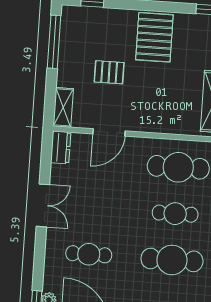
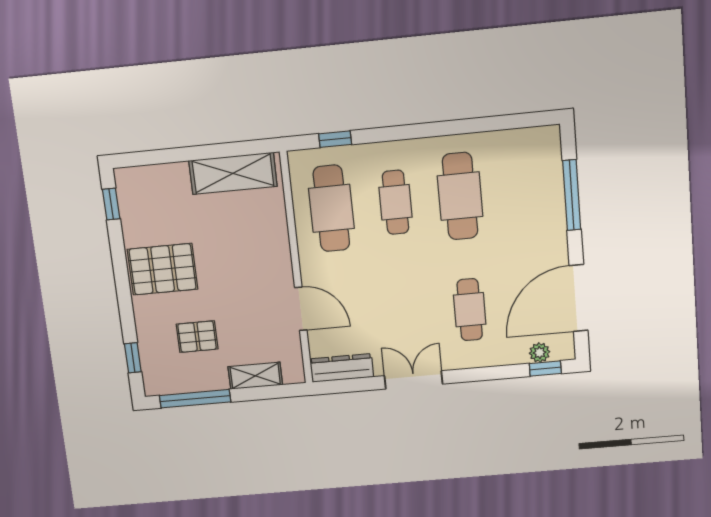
pallet: (109, 72) -> (197, 337), moved, turned 90
shelving: (63, 107) -> (255, 376), moved
dresser: (61, 147) -> (342, 368), width x1.44

